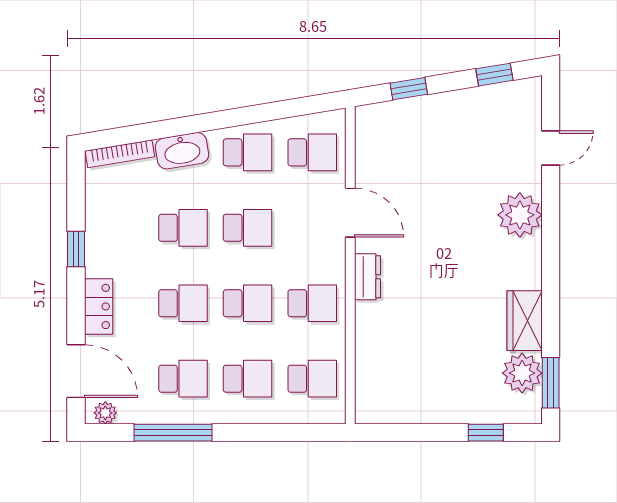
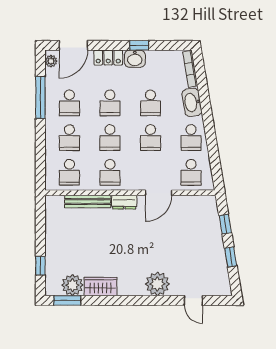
window: (494, 75) -> (231, 257), moved
washbasin: (101, 257) -> (135, 59), added
bench: (366, 345) -> (88, 201), added

